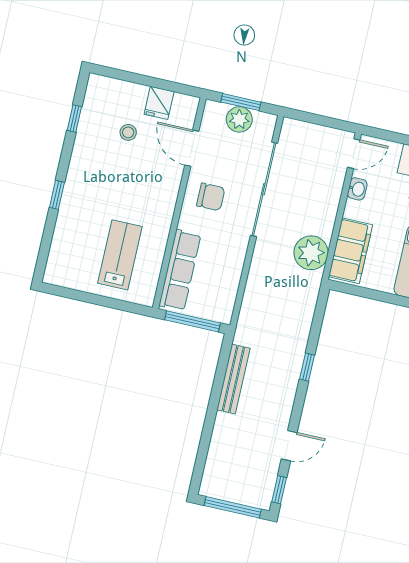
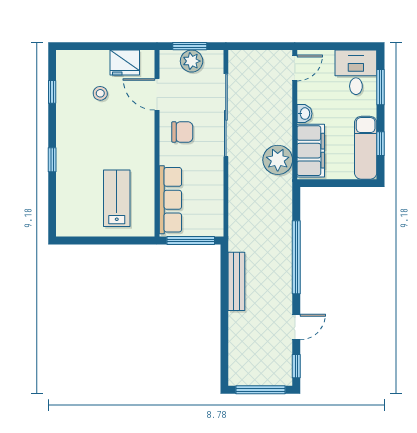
fridge: (159, 103) -> (125, 62), width x1.38
washbasin: (357, 189) -> (304, 114), moved
window: (307, 367) -> (296, 257), width x3.17

